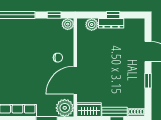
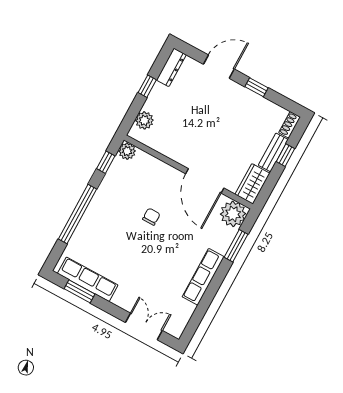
dresser: (111, 23) -> (171, 67), moved
chair: (58, 58) -> (151, 217), moved

